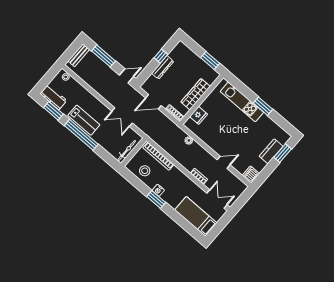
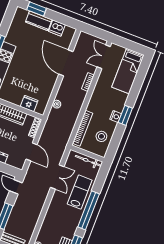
lab bench: (84, 120) -> (80, 192), moved
door: (224, 162) -> (66, 63), width x1.87
dishwasher: (251, 175) -> (57, 28), moved

